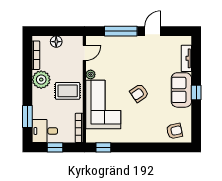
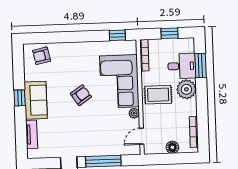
plant: (41, 80) -> (186, 89), moved
desk: (45, 131) -> (182, 66), moved

